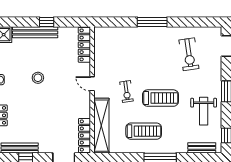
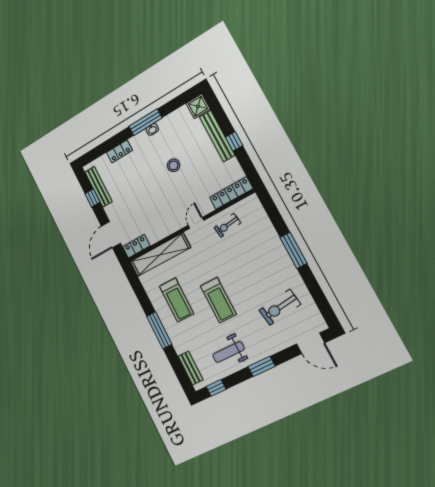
exercise bike: (126, 91) -> (227, 225), moved
locker: (84, 136) -> (136, 246), width x0.66

